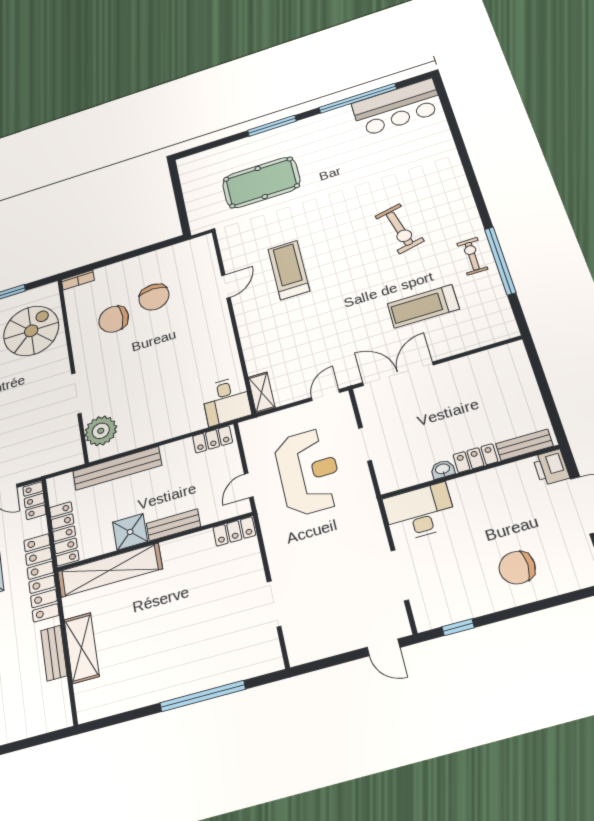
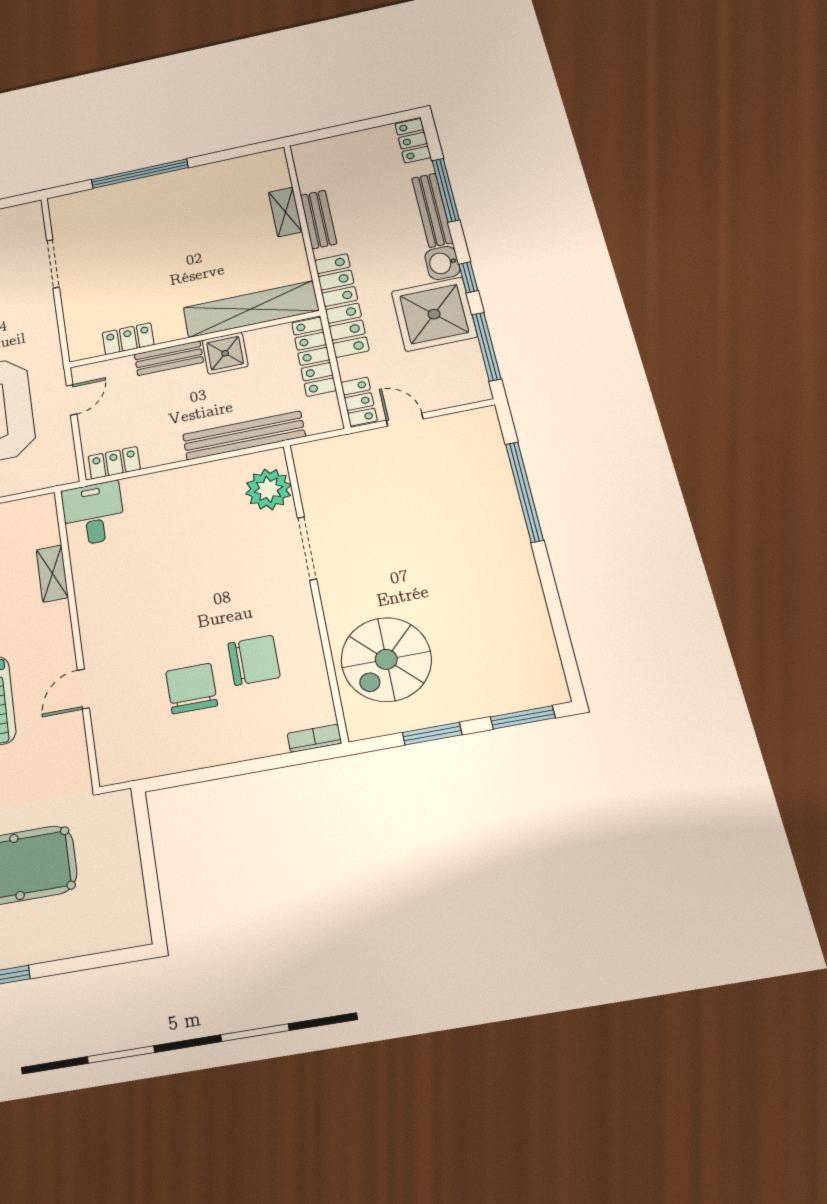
shelving: (262, 393) -> (52, 573), moved
locker: (234, 531) -> (128, 339), moved
shelving: (82, 648) -> (285, 212), width x0.67, depth x0.75

